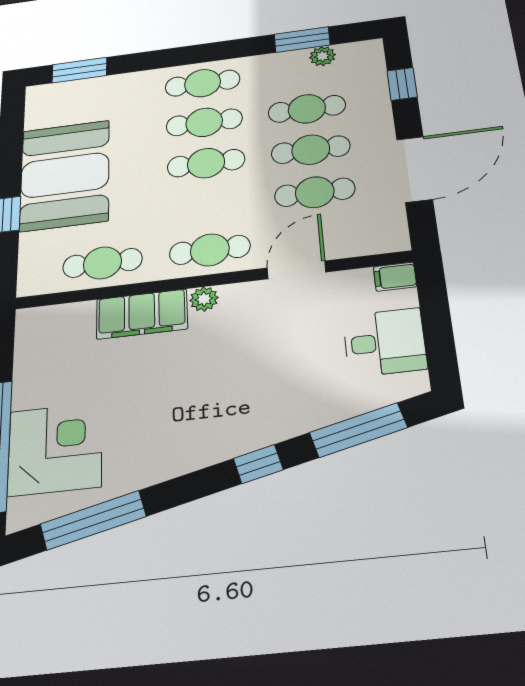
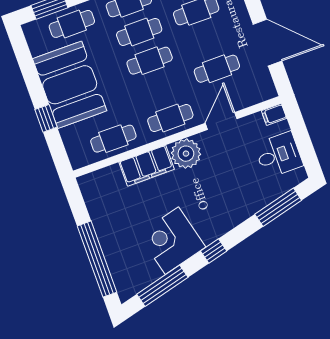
cafe table: (311, 150) -> (72, 24), moved
door: (414, 169) -> (267, 43), hinge flipped
plant: (204, 299) -> (186, 154), width x1.88, depth x1.88
corner desk: (55, 449) -> (172, 241), moved, turned -104
window: (258, 464) -> (214, 251), moved

